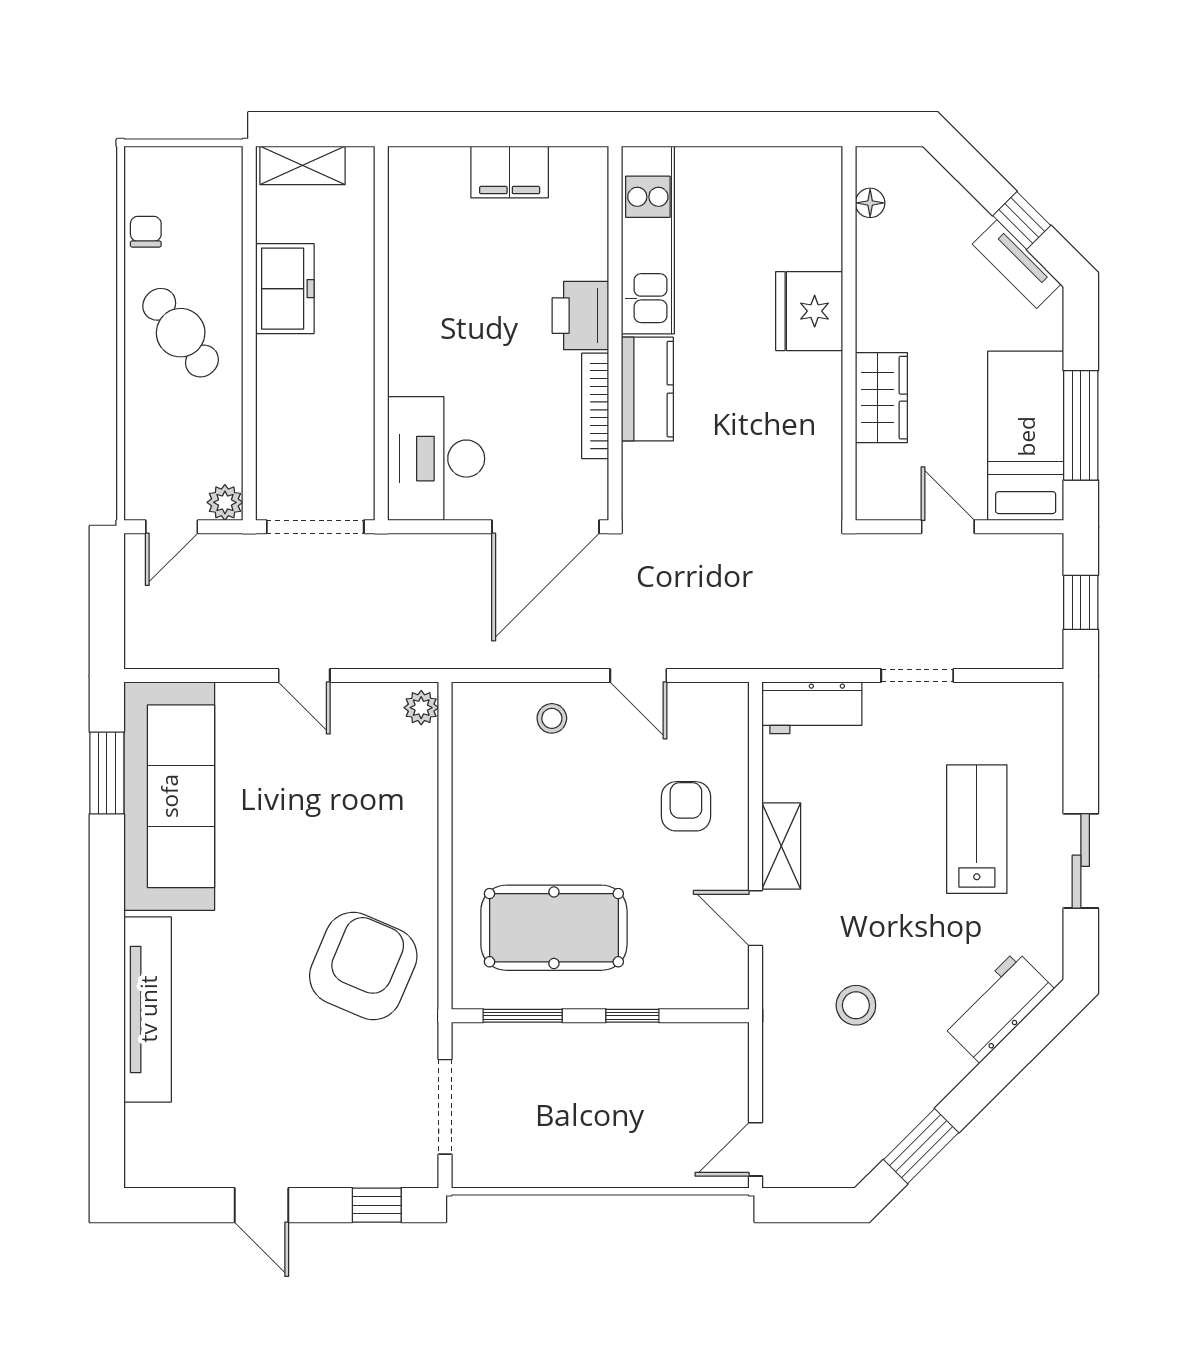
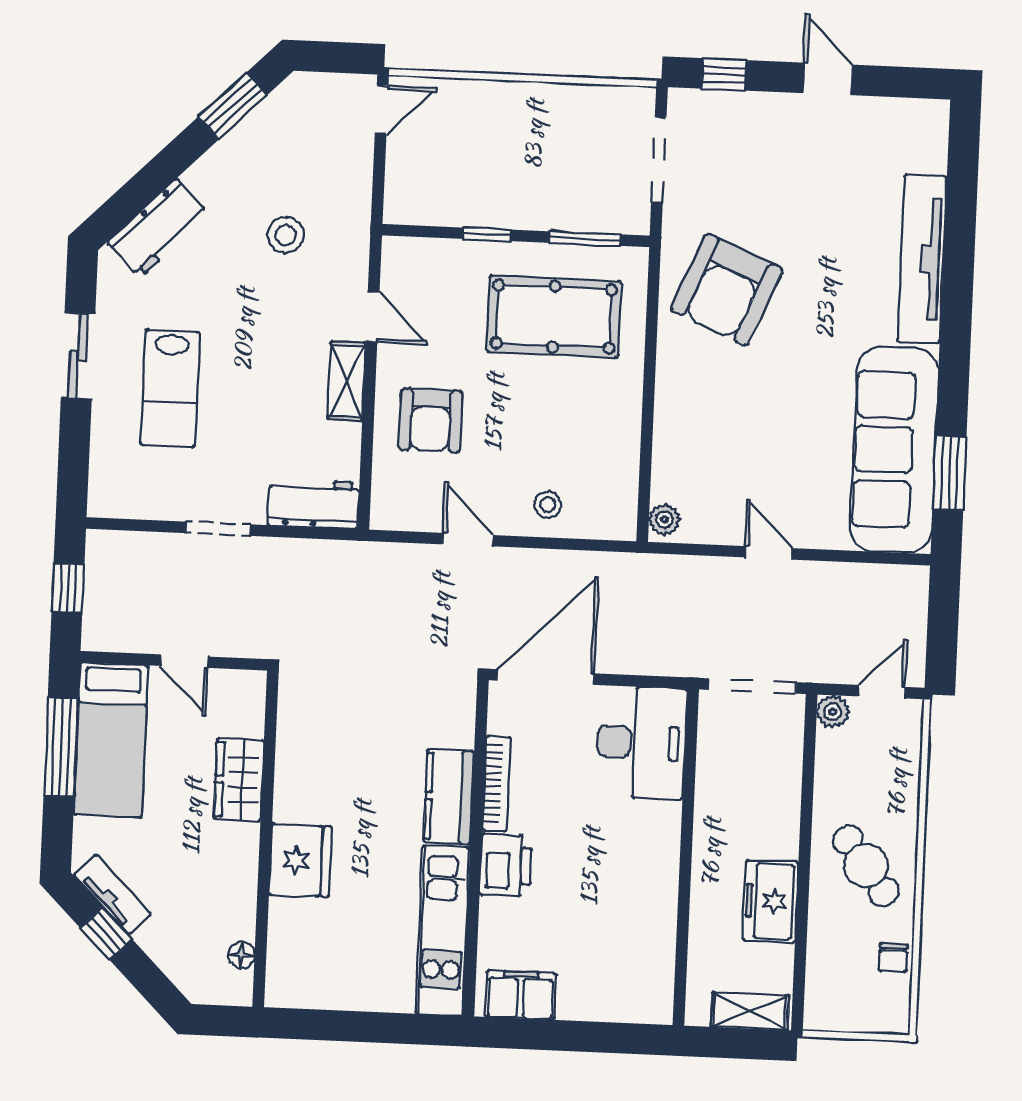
filing cabinet: (510, 172) -> (520, 995), moved
armchair: (686, 806) -> (431, 420), width x1.38, depth x1.38

